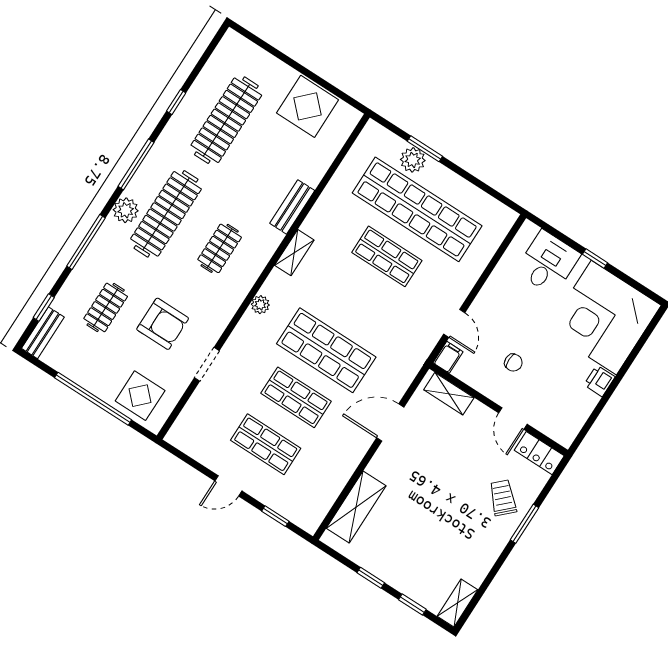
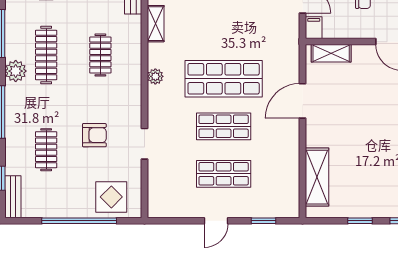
clothes rail: (166, 214) -> (46, 55), width x0.73, depth x0.76
armchair: (163, 324) -> (94, 135), width x0.72, depth x0.72

